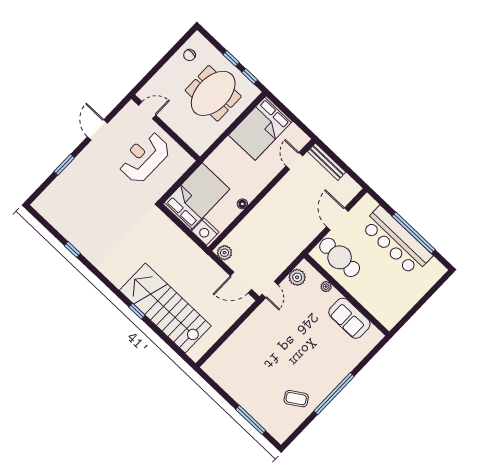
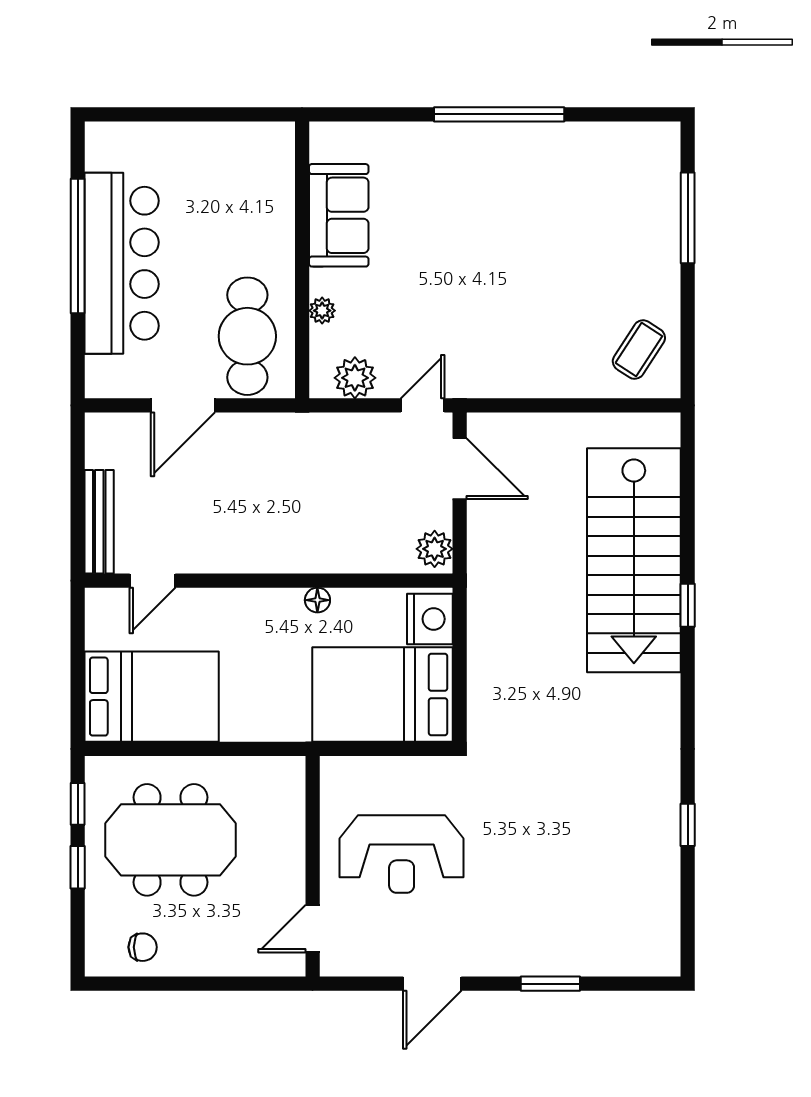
door: (147, 110) -> (313, 929), hinge flipped
coffee table: (296, 399) -> (639, 350), moved, turned 66

